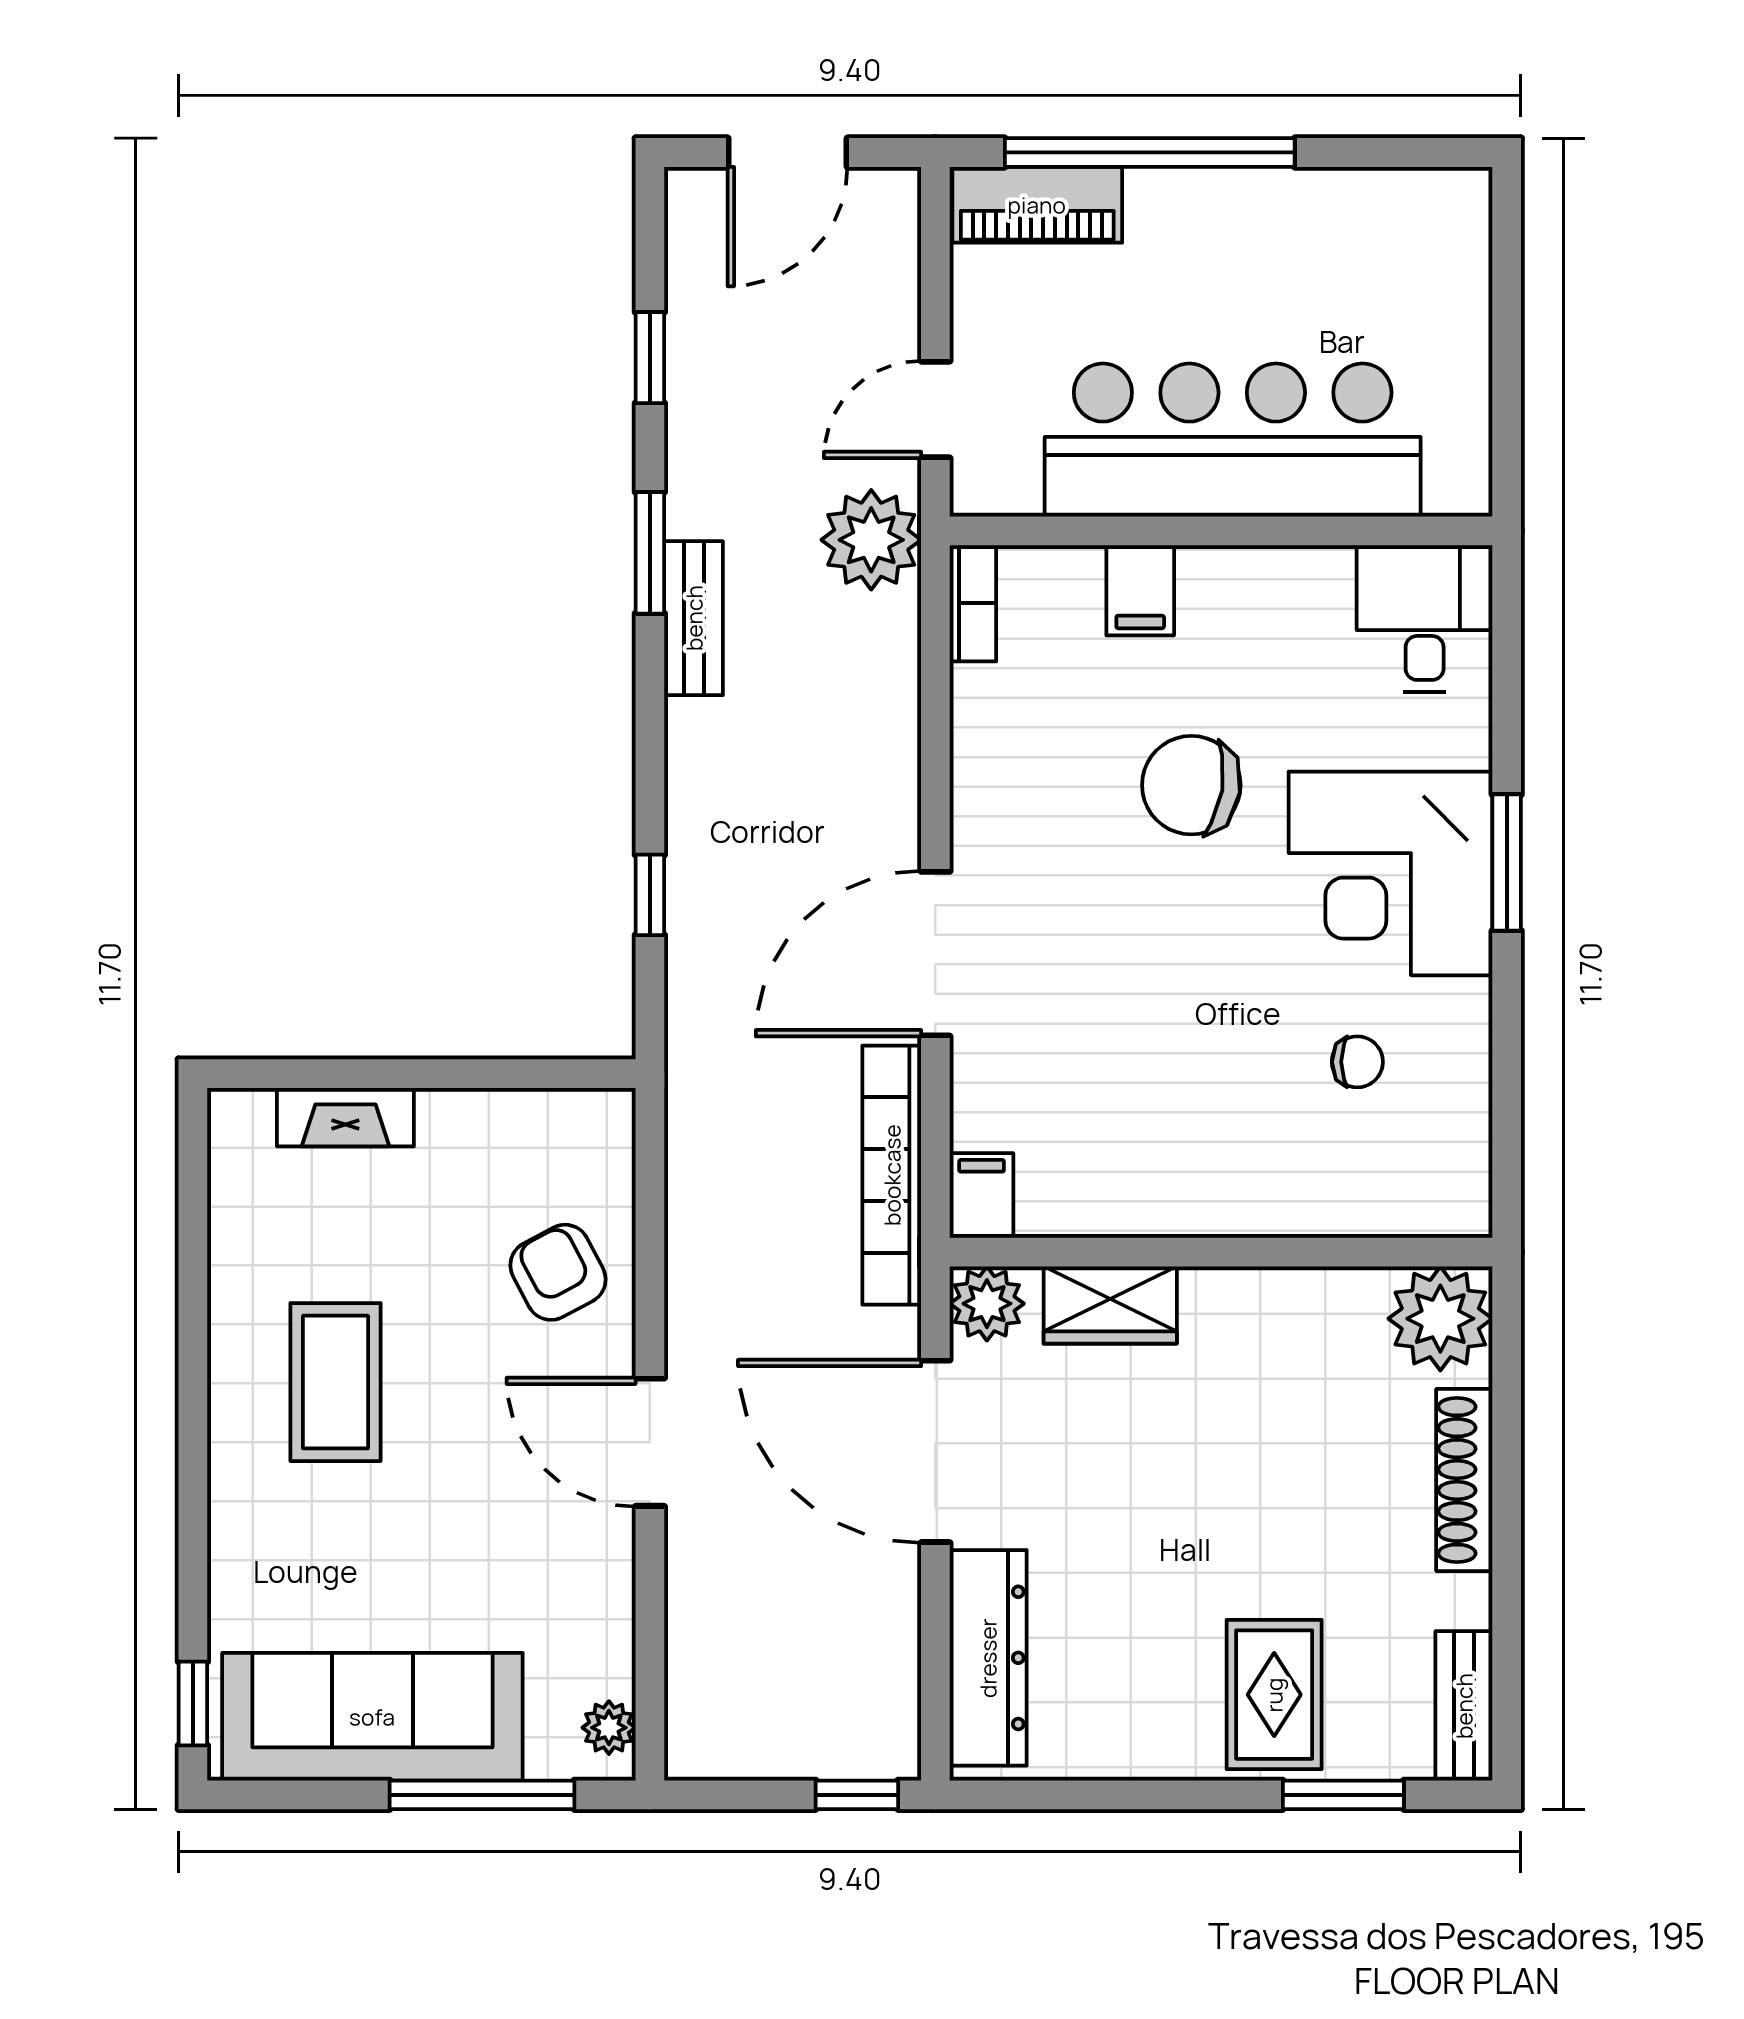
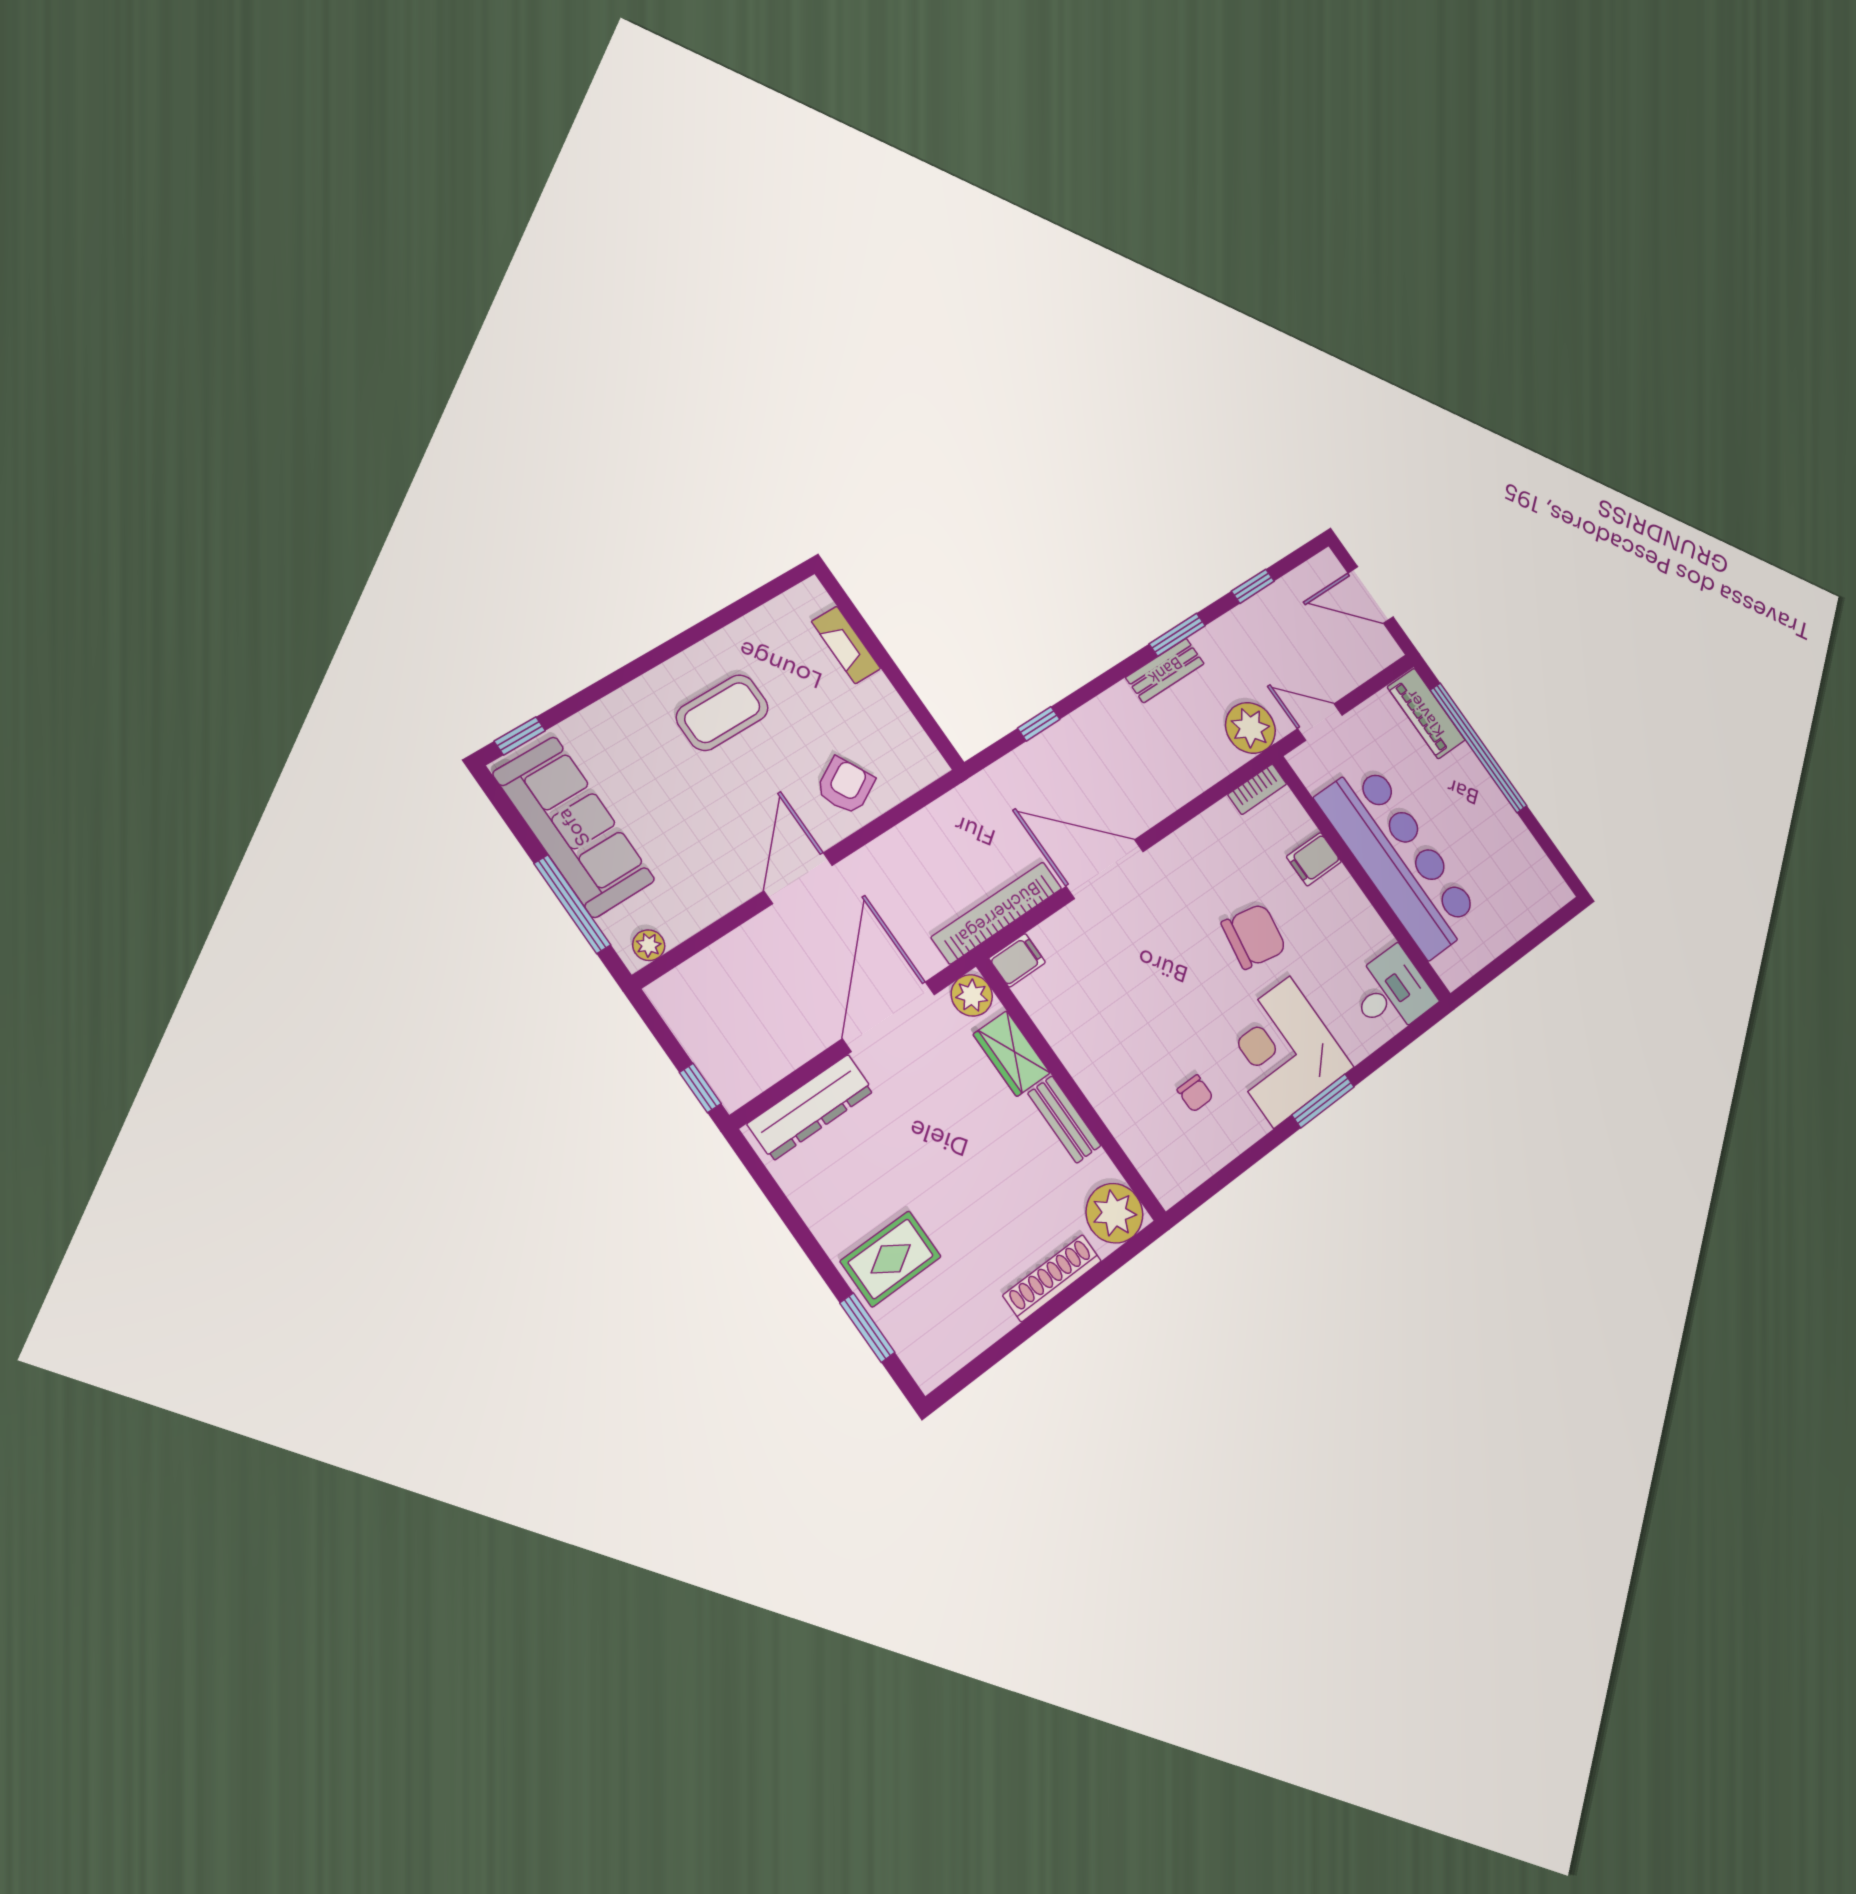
chair: (1191, 785) -> (1254, 936), turned 91
bench: (1464, 1706) -> (1064, 1120), moved, turned 90

